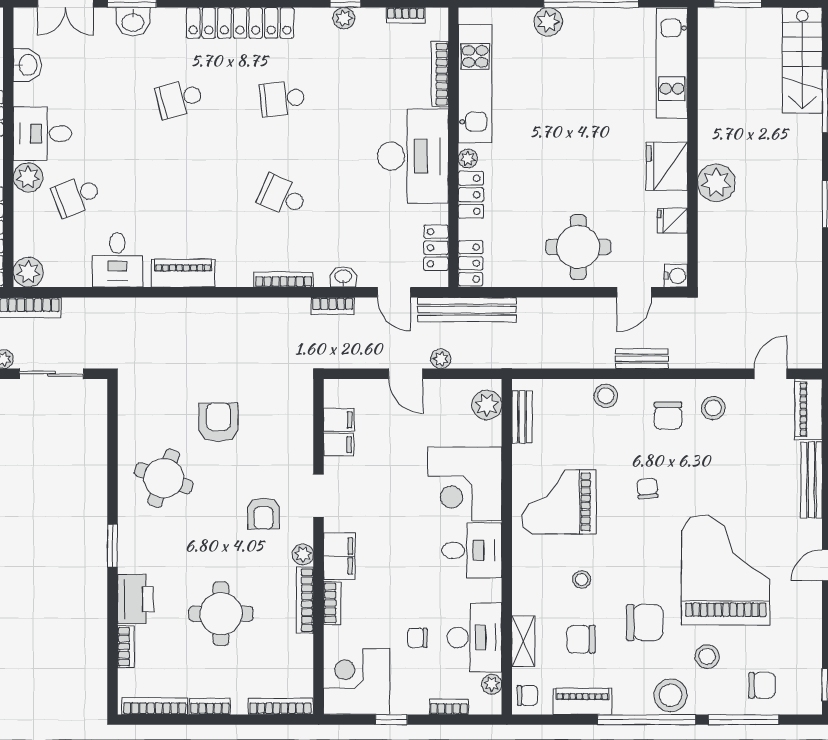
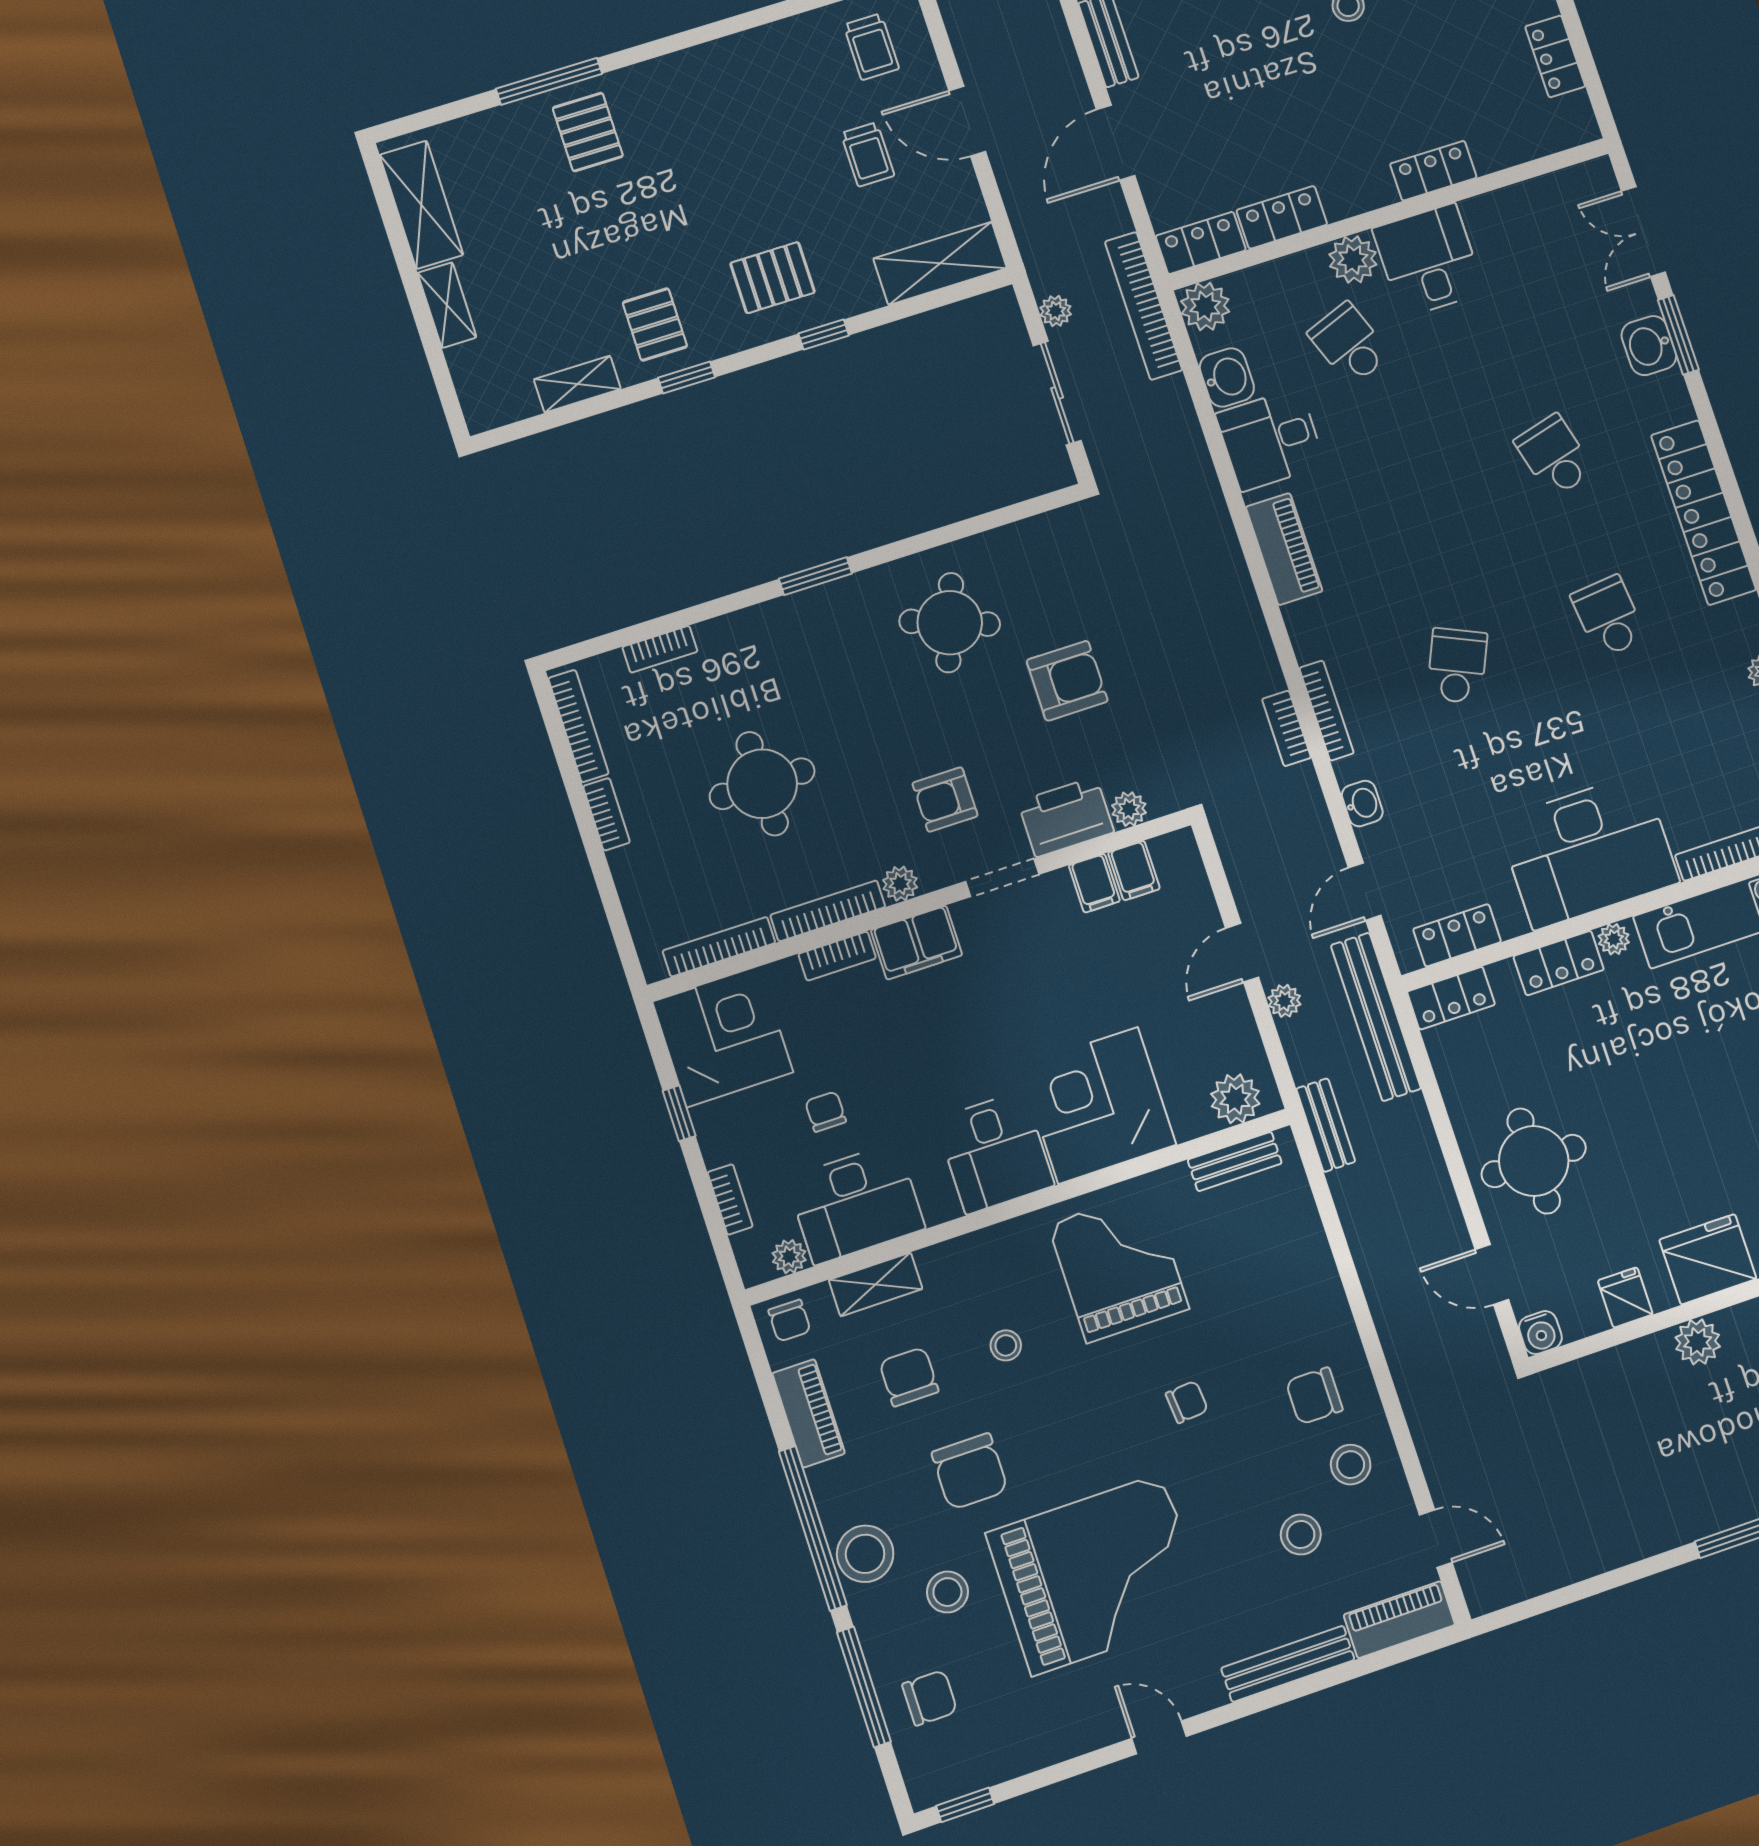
washbasin: (27, 65) -> (1227, 378), moved, turned -90
plant: (716, 183) -> (1698, 1342), width x0.73, depth x0.73
bookcase: (333, 306) -> (1286, 728), moved
bench: (642, 359) -> (1326, 1125), moved
stool: (606, 396) -> (1301, 1535), moved
plant: (303, 411) -> (1129, 809), added
printer: (135, 599) -> (1066, 817), moved, turned 180
chair: (762, 685) -> (930, 1698), turned -90
bookcase: (280, 706) -> (719, 947), moved, turned -90

